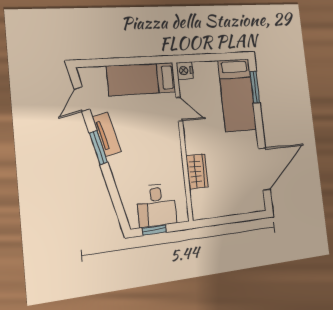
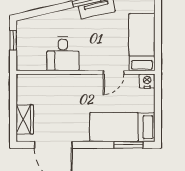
wardrobe: (197, 171) -> (25, 120), moved, turned -90
desk: (157, 205) -> (63, 54), moved, turned -90

